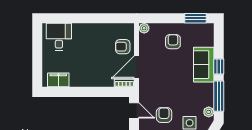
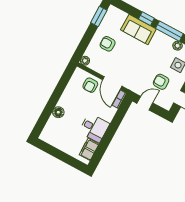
floor lamp: (79, 29) -> (58, 112), added
desk: (59, 37) -> (94, 128), moved, turned 180

